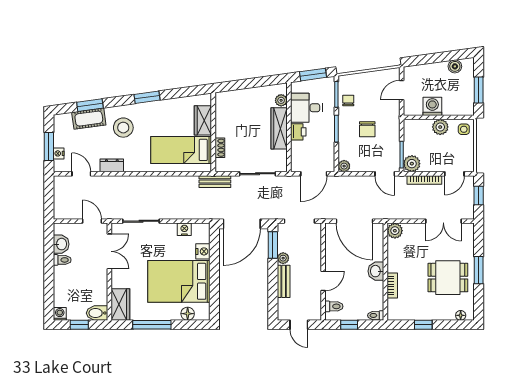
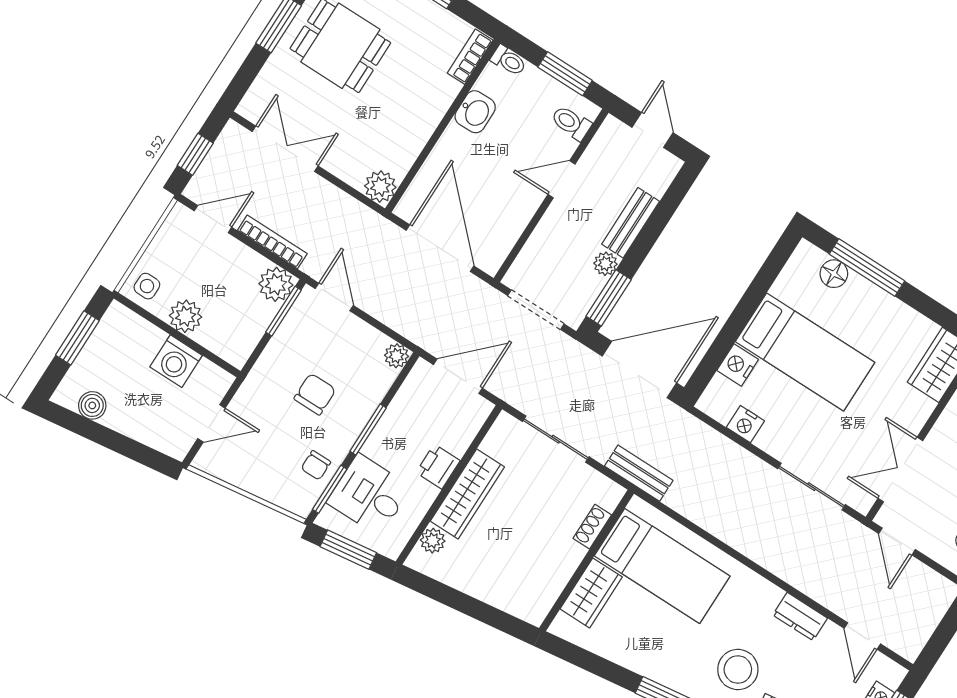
desk: (306, 108) -> (369, 495), moved, turned 180
washbasin: (376, 271) -> (475, 112), moved
bed: (179, 281) -> (805, 352), width x0.67
bookcase: (392, 286) -> (470, 57), moved
window: (152, 325) -> (867, 268), moved
window: (349, 325) -> (565, 74), width x1.50

